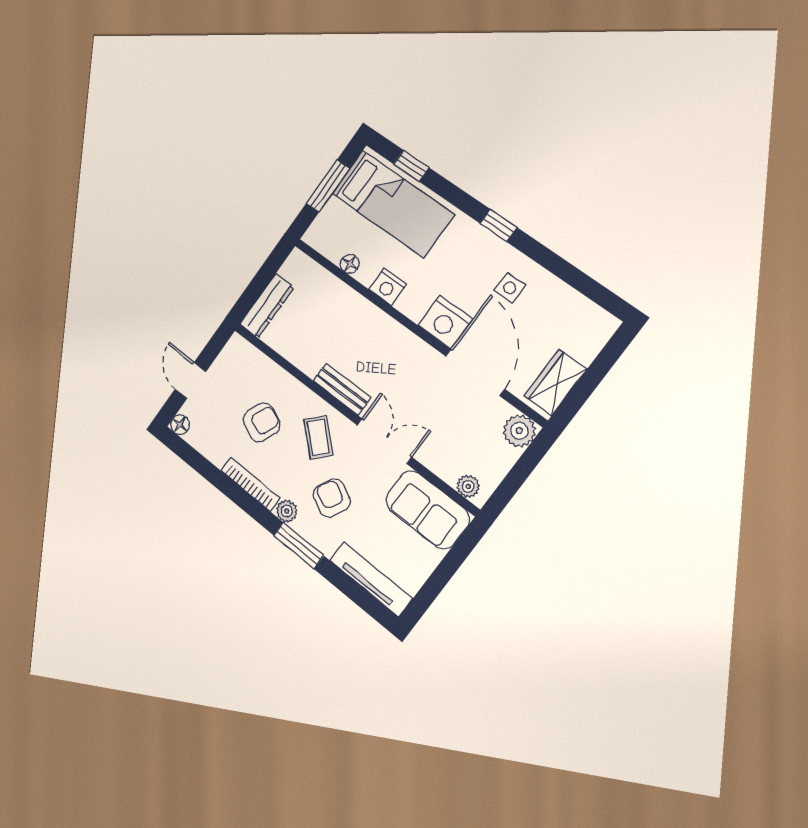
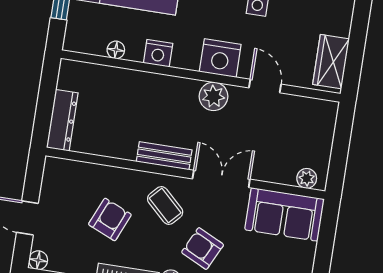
door: (475, 372) -> (265, 86), width x0.53
plant: (519, 431) -> (213, 96), moved

